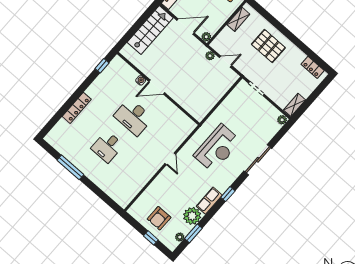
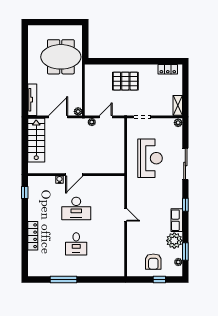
shelving: (238, 19) -> (89, 81), removed
reception desk: (217, 148) -> (150, 158), moved

